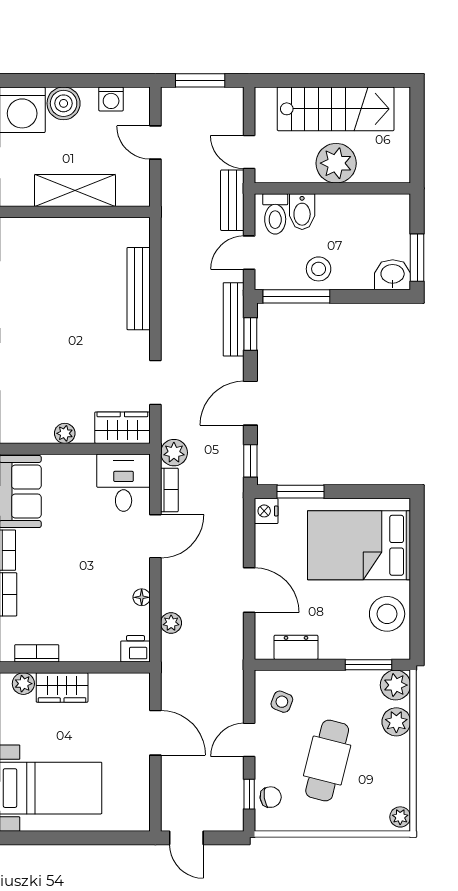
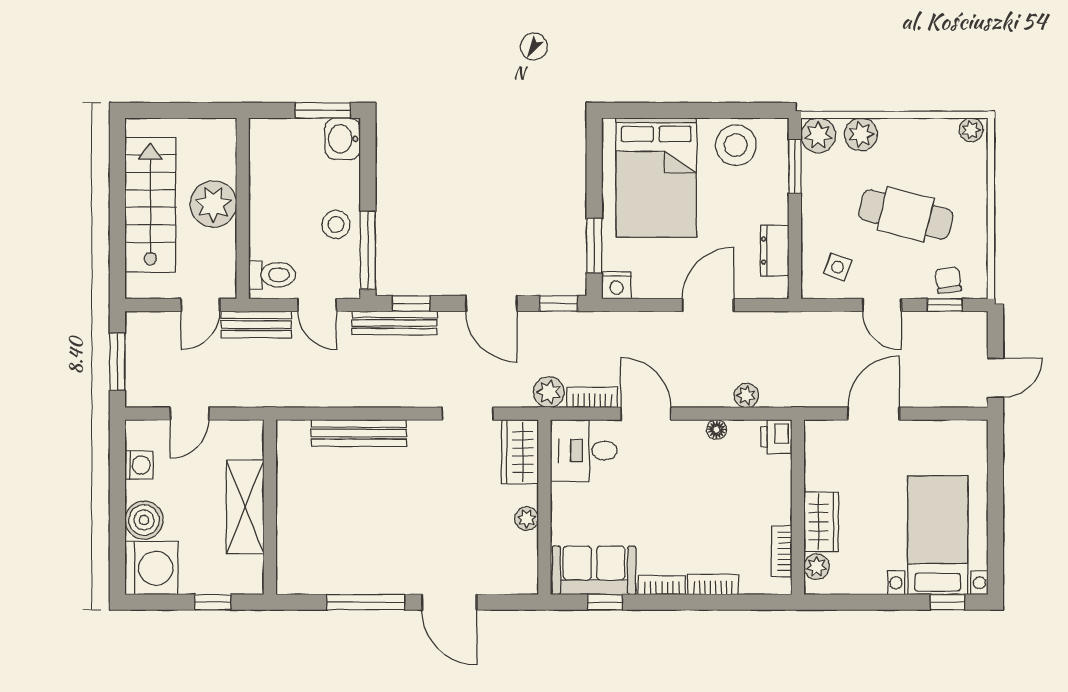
bidet: (302, 212) -> (270, 244), removed

